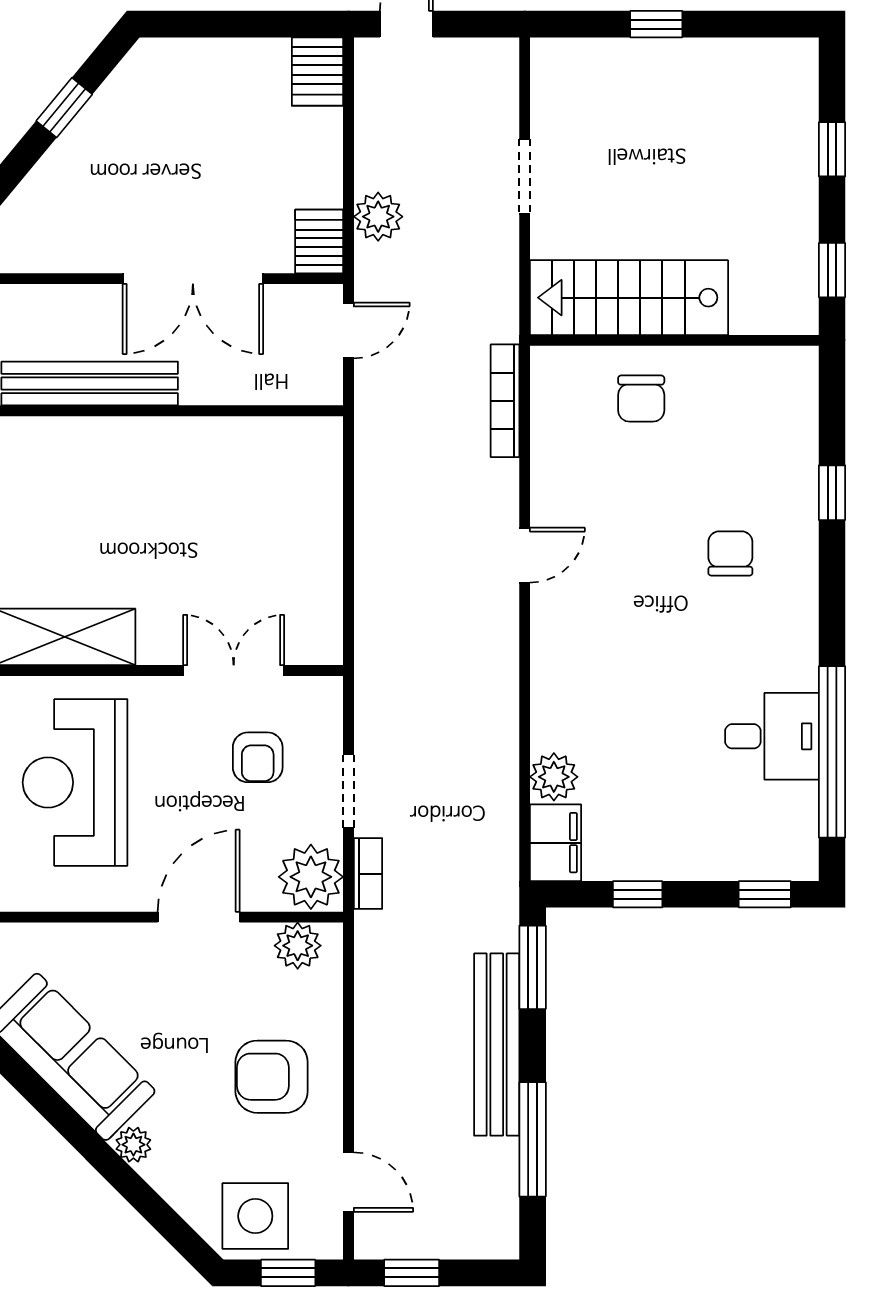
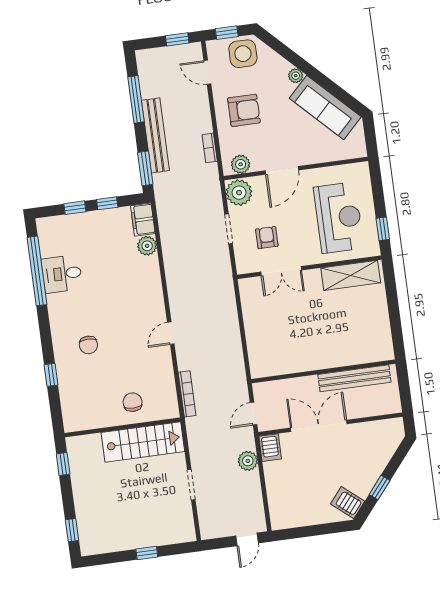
server rack: (317, 72) -> (348, 503), moved, turned -50
window: (832, 149) -> (72, 530), moved
bookcase: (368, 874) -> (210, 148), moved
window: (765, 894) -> (75, 208), moved

